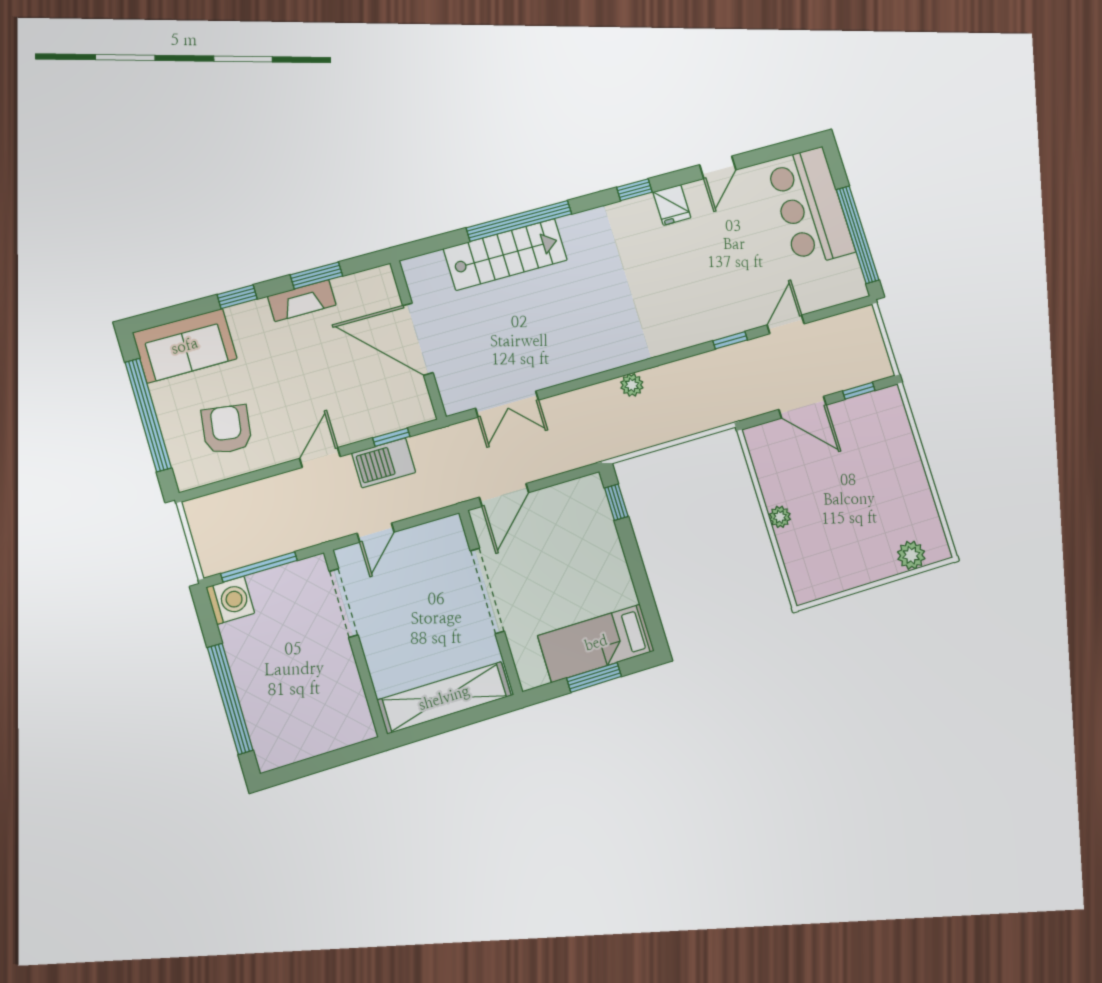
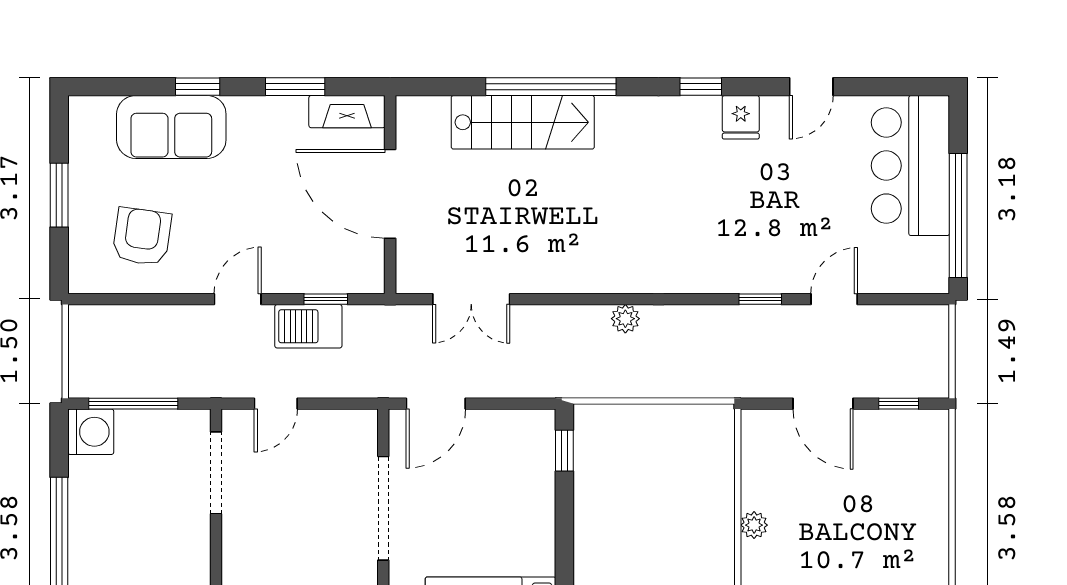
fireplace: (302, 301) -> (347, 112), moved
sofa: (185, 346) -> (171, 127), moved
window: (148, 415) -> (59, 195), width x0.47

